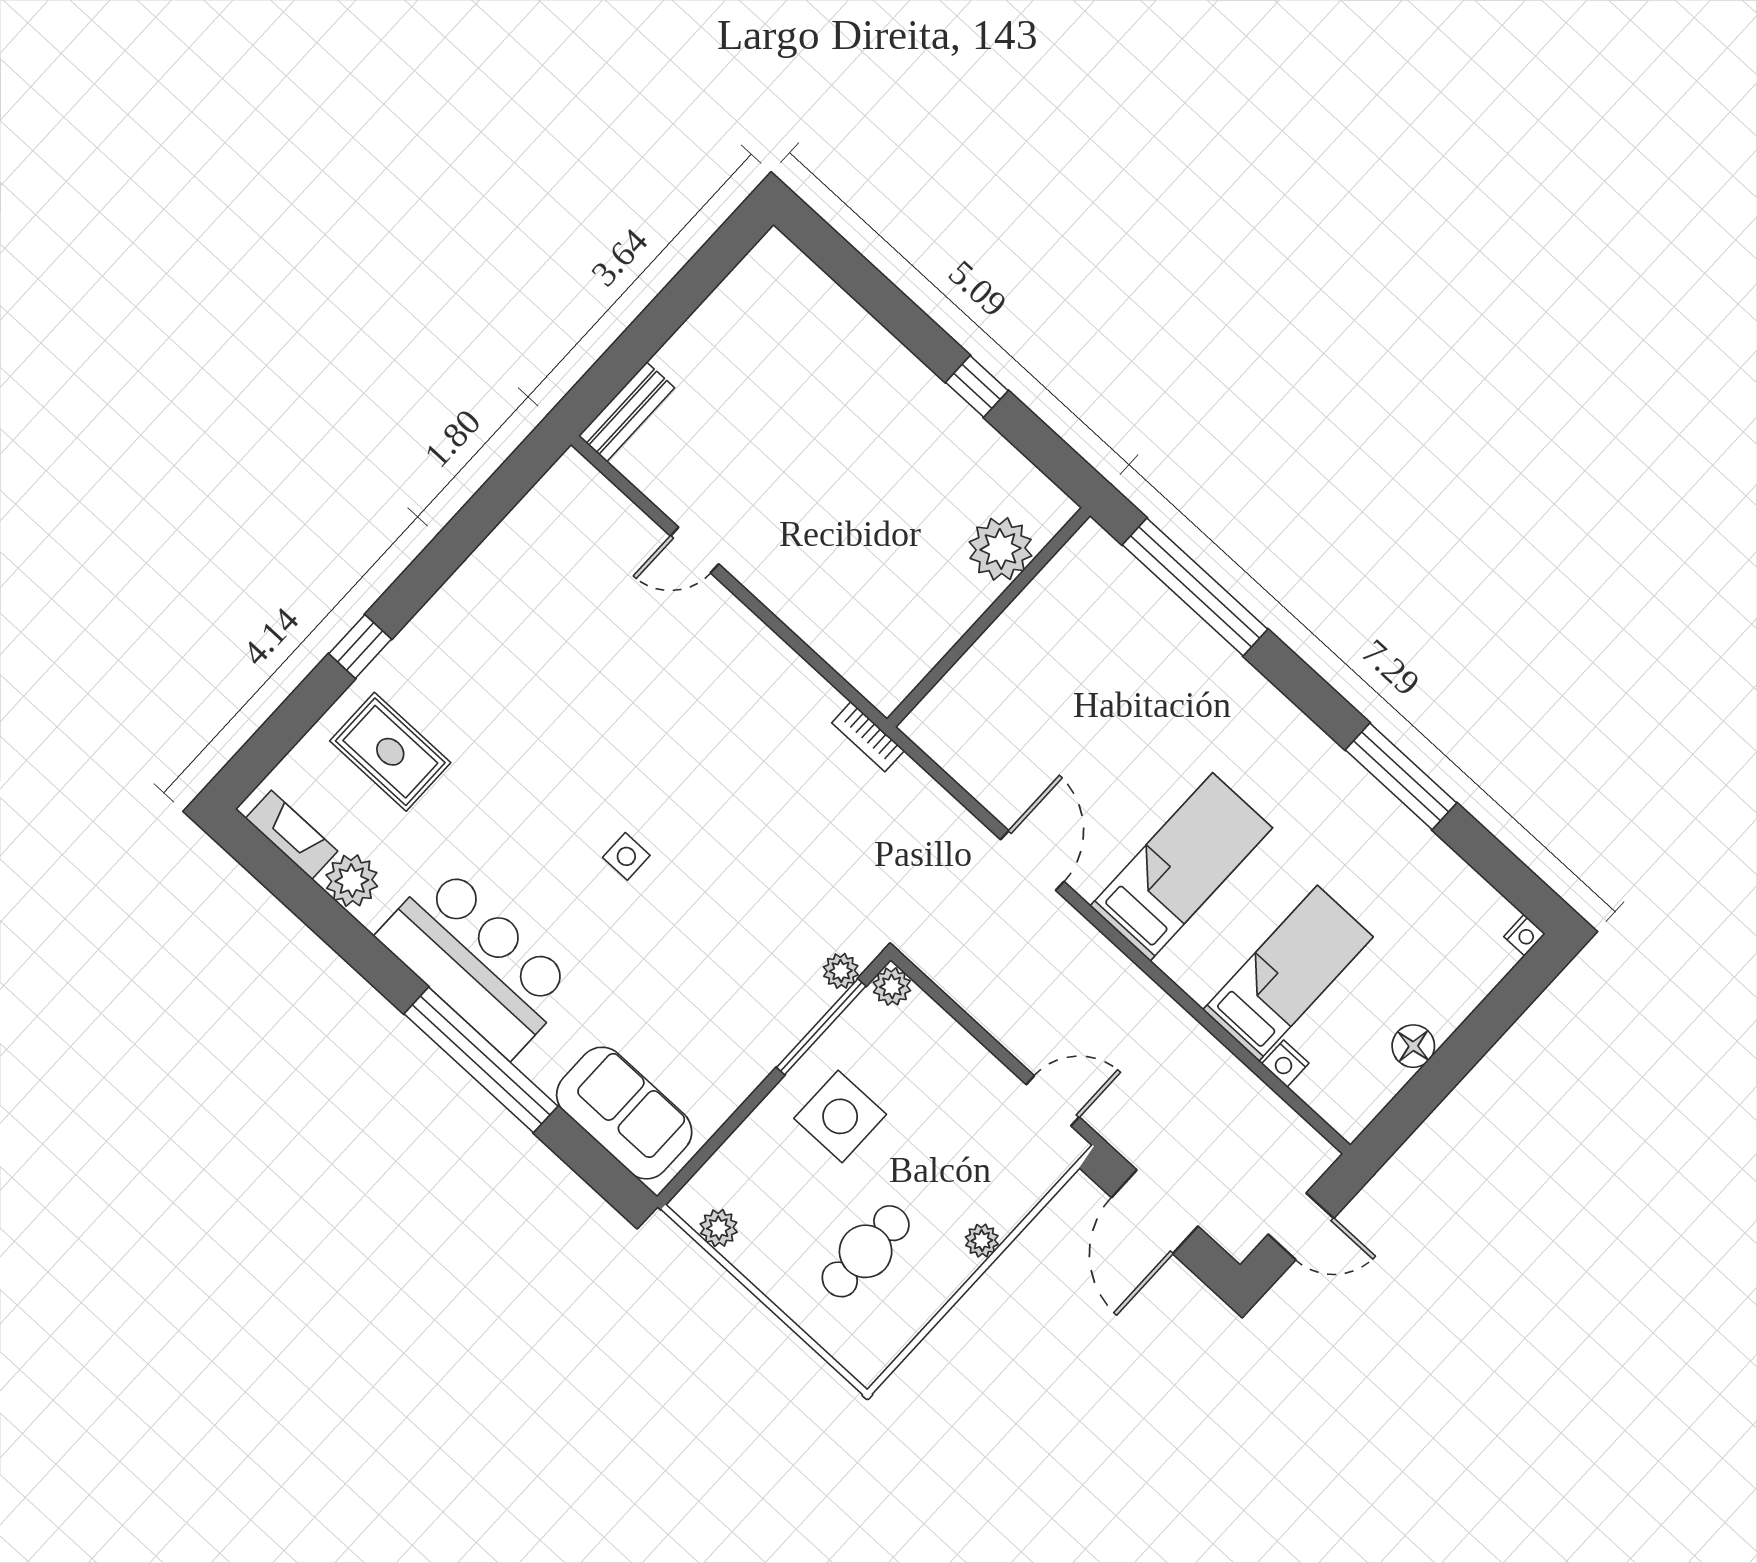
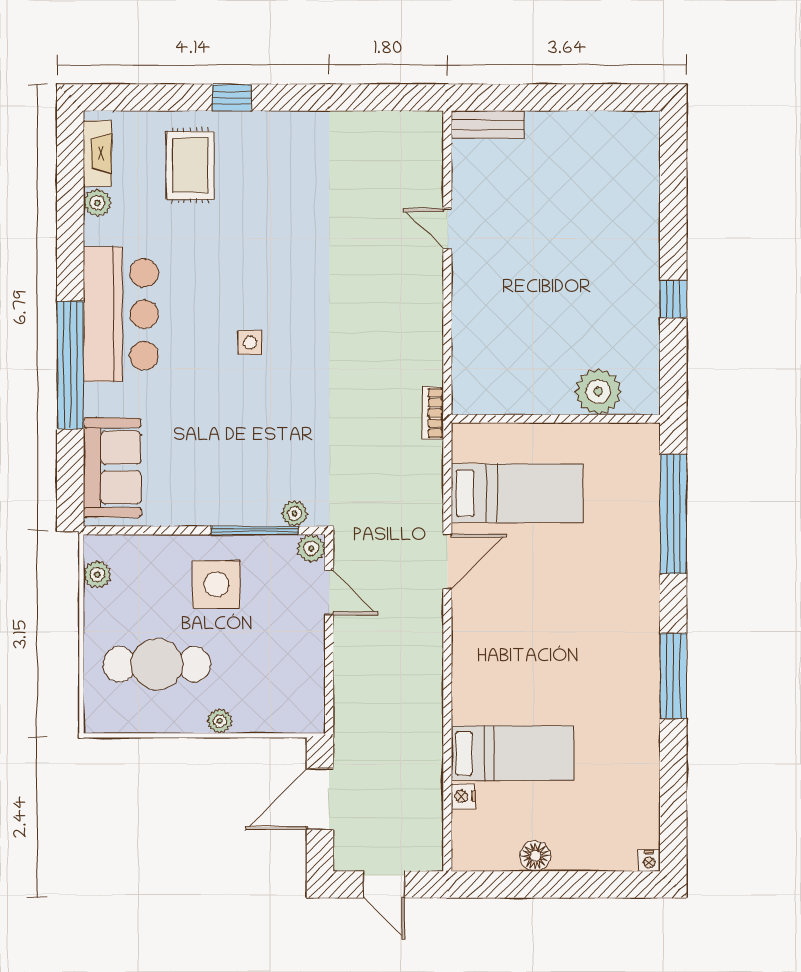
window: (1401, 776) -> (673, 676), moved
bed: (1181, 867) -> (517, 493), moved
plant: (352, 881) -> (97, 203), width x0.73, depth x0.73
door: (1053, 1101) -> (329, 592), moved
cafe table: (866, 1251) -> (157, 664), width x1.37, depth x1.35

